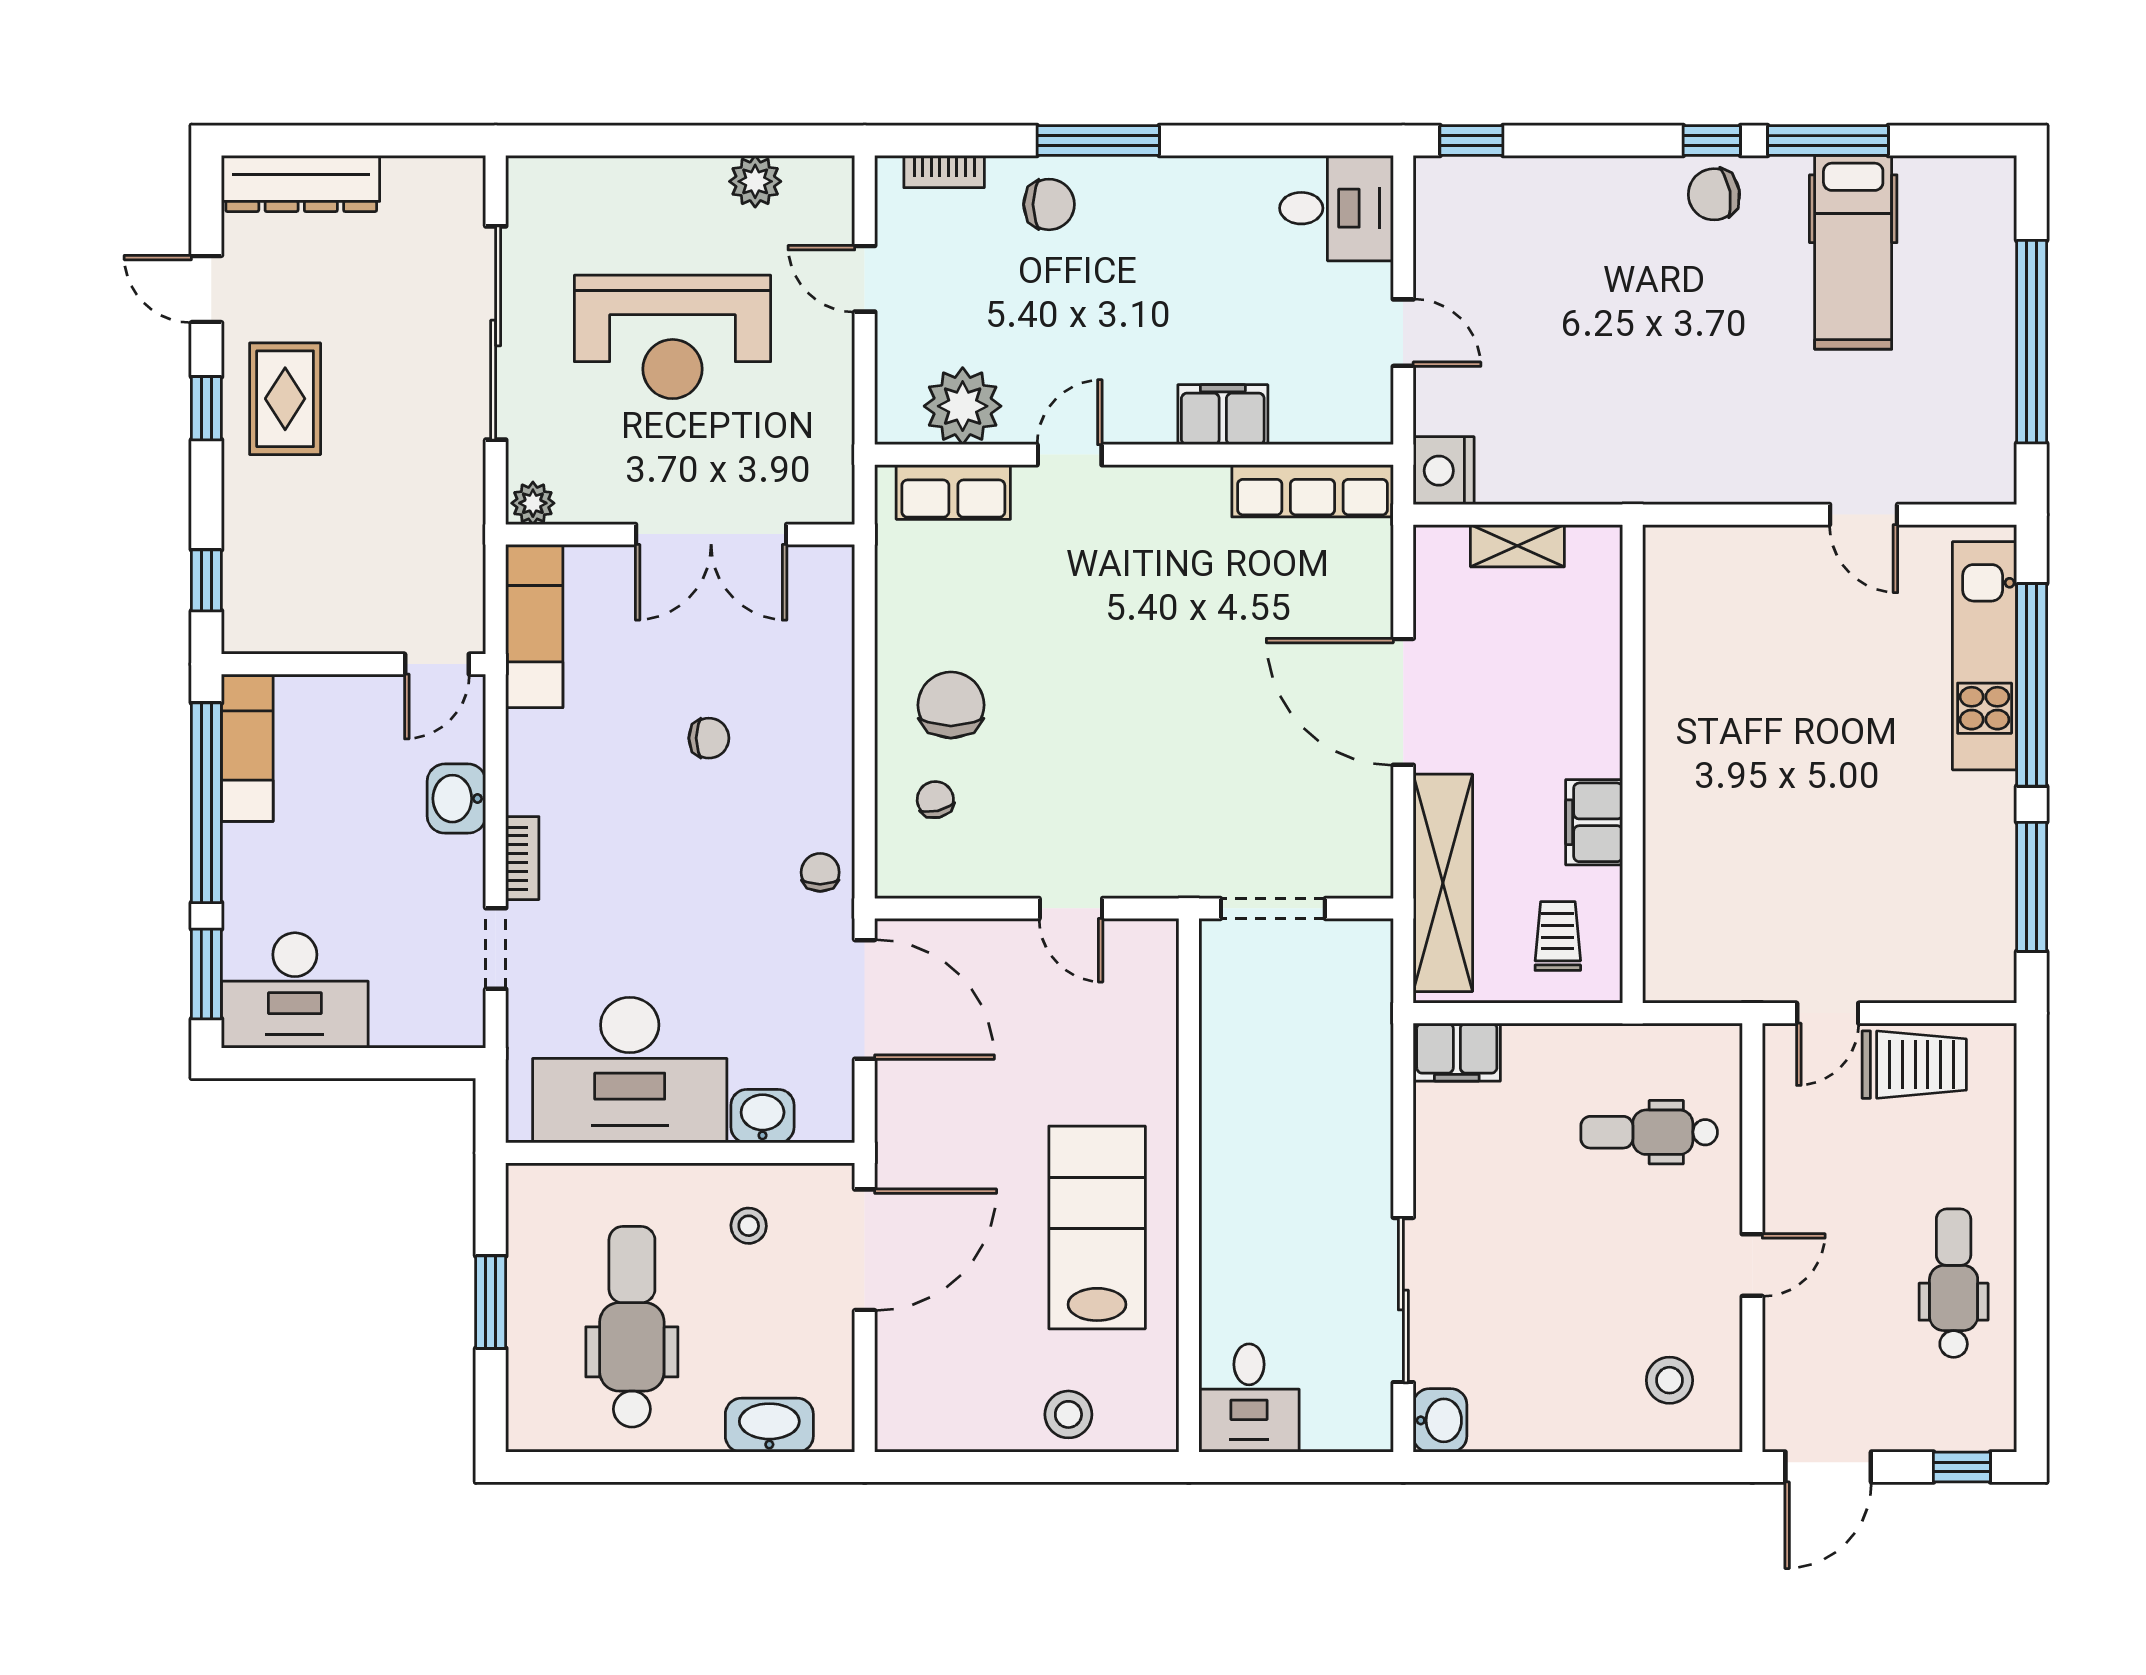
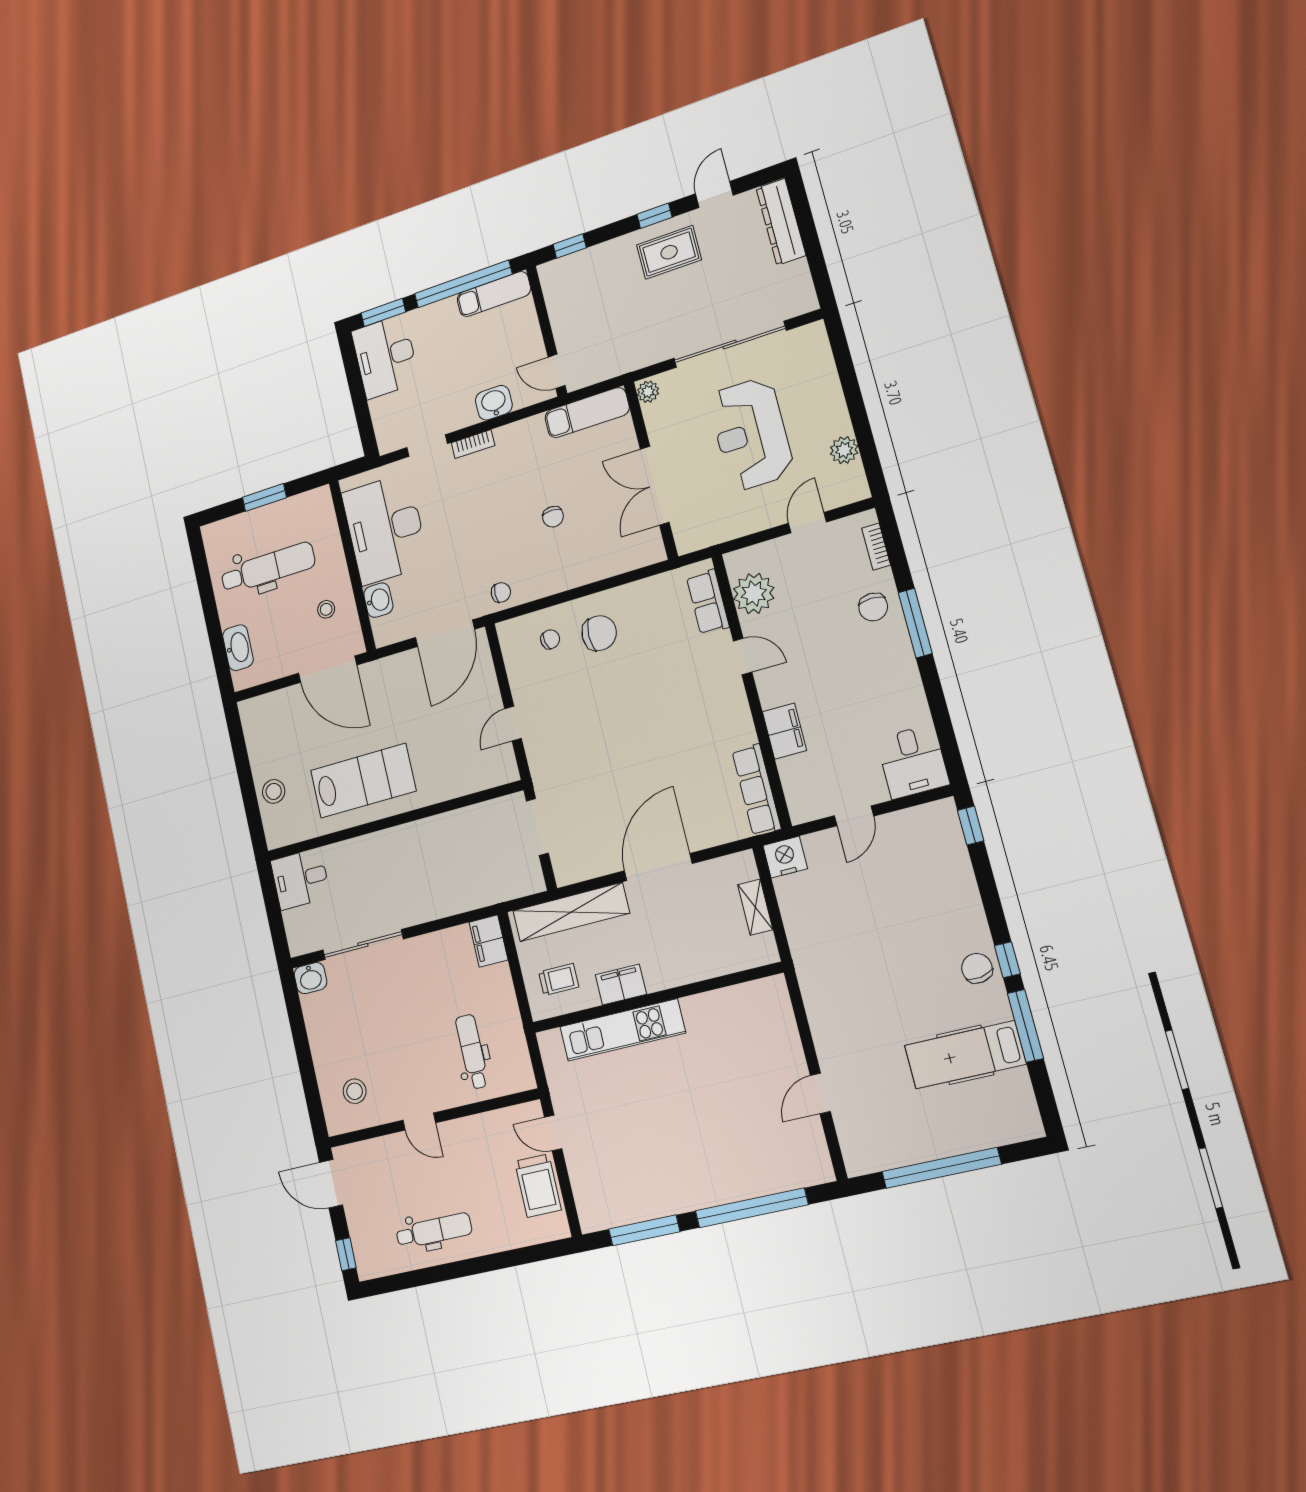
kitchen unit: (1985, 656) -> (622, 1030), moved, turned 180

